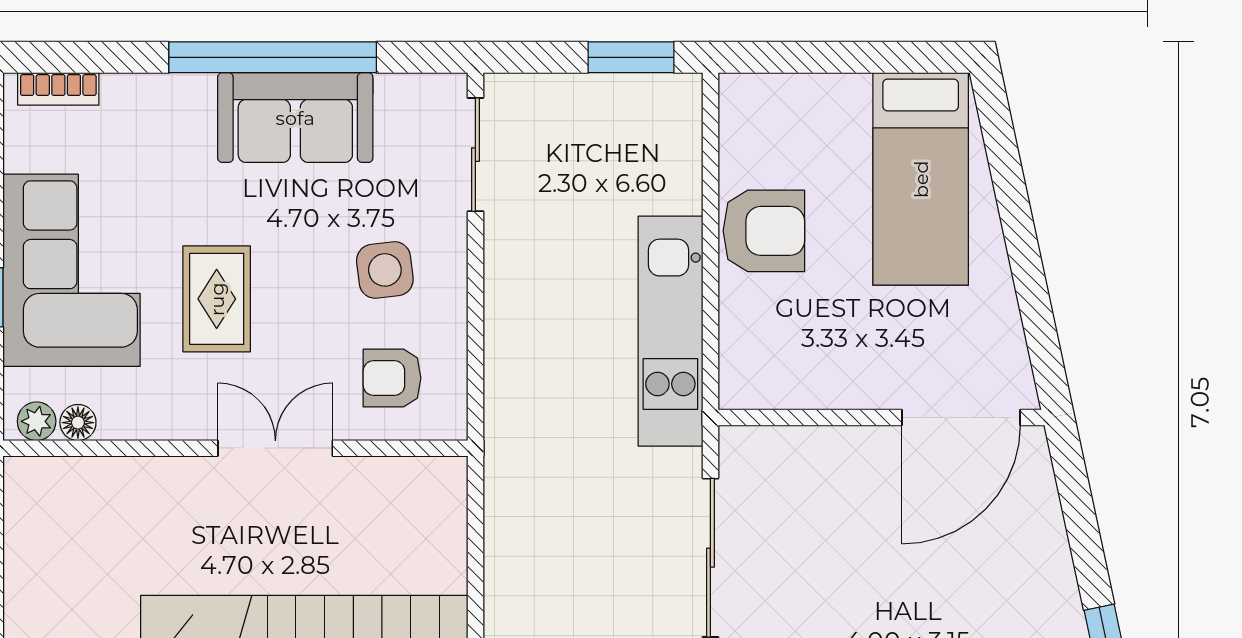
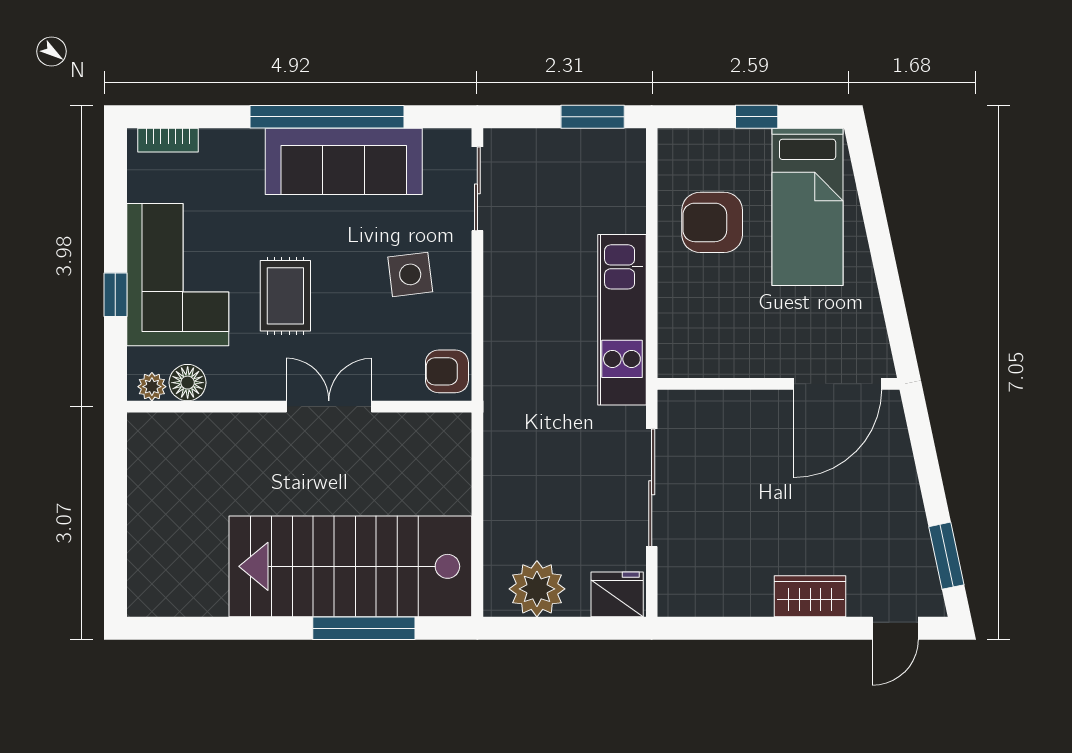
window: (852, 57) -> (757, 117), added
sofa: (295, 118) -> (344, 161), width x1.36
armchair: (764, 231) -> (712, 222), moved, turned 180
armchair: (392, 378) -> (447, 371), moved
floor lamp: (78, 423) -> (188, 383), width x1.37, depth x1.37

